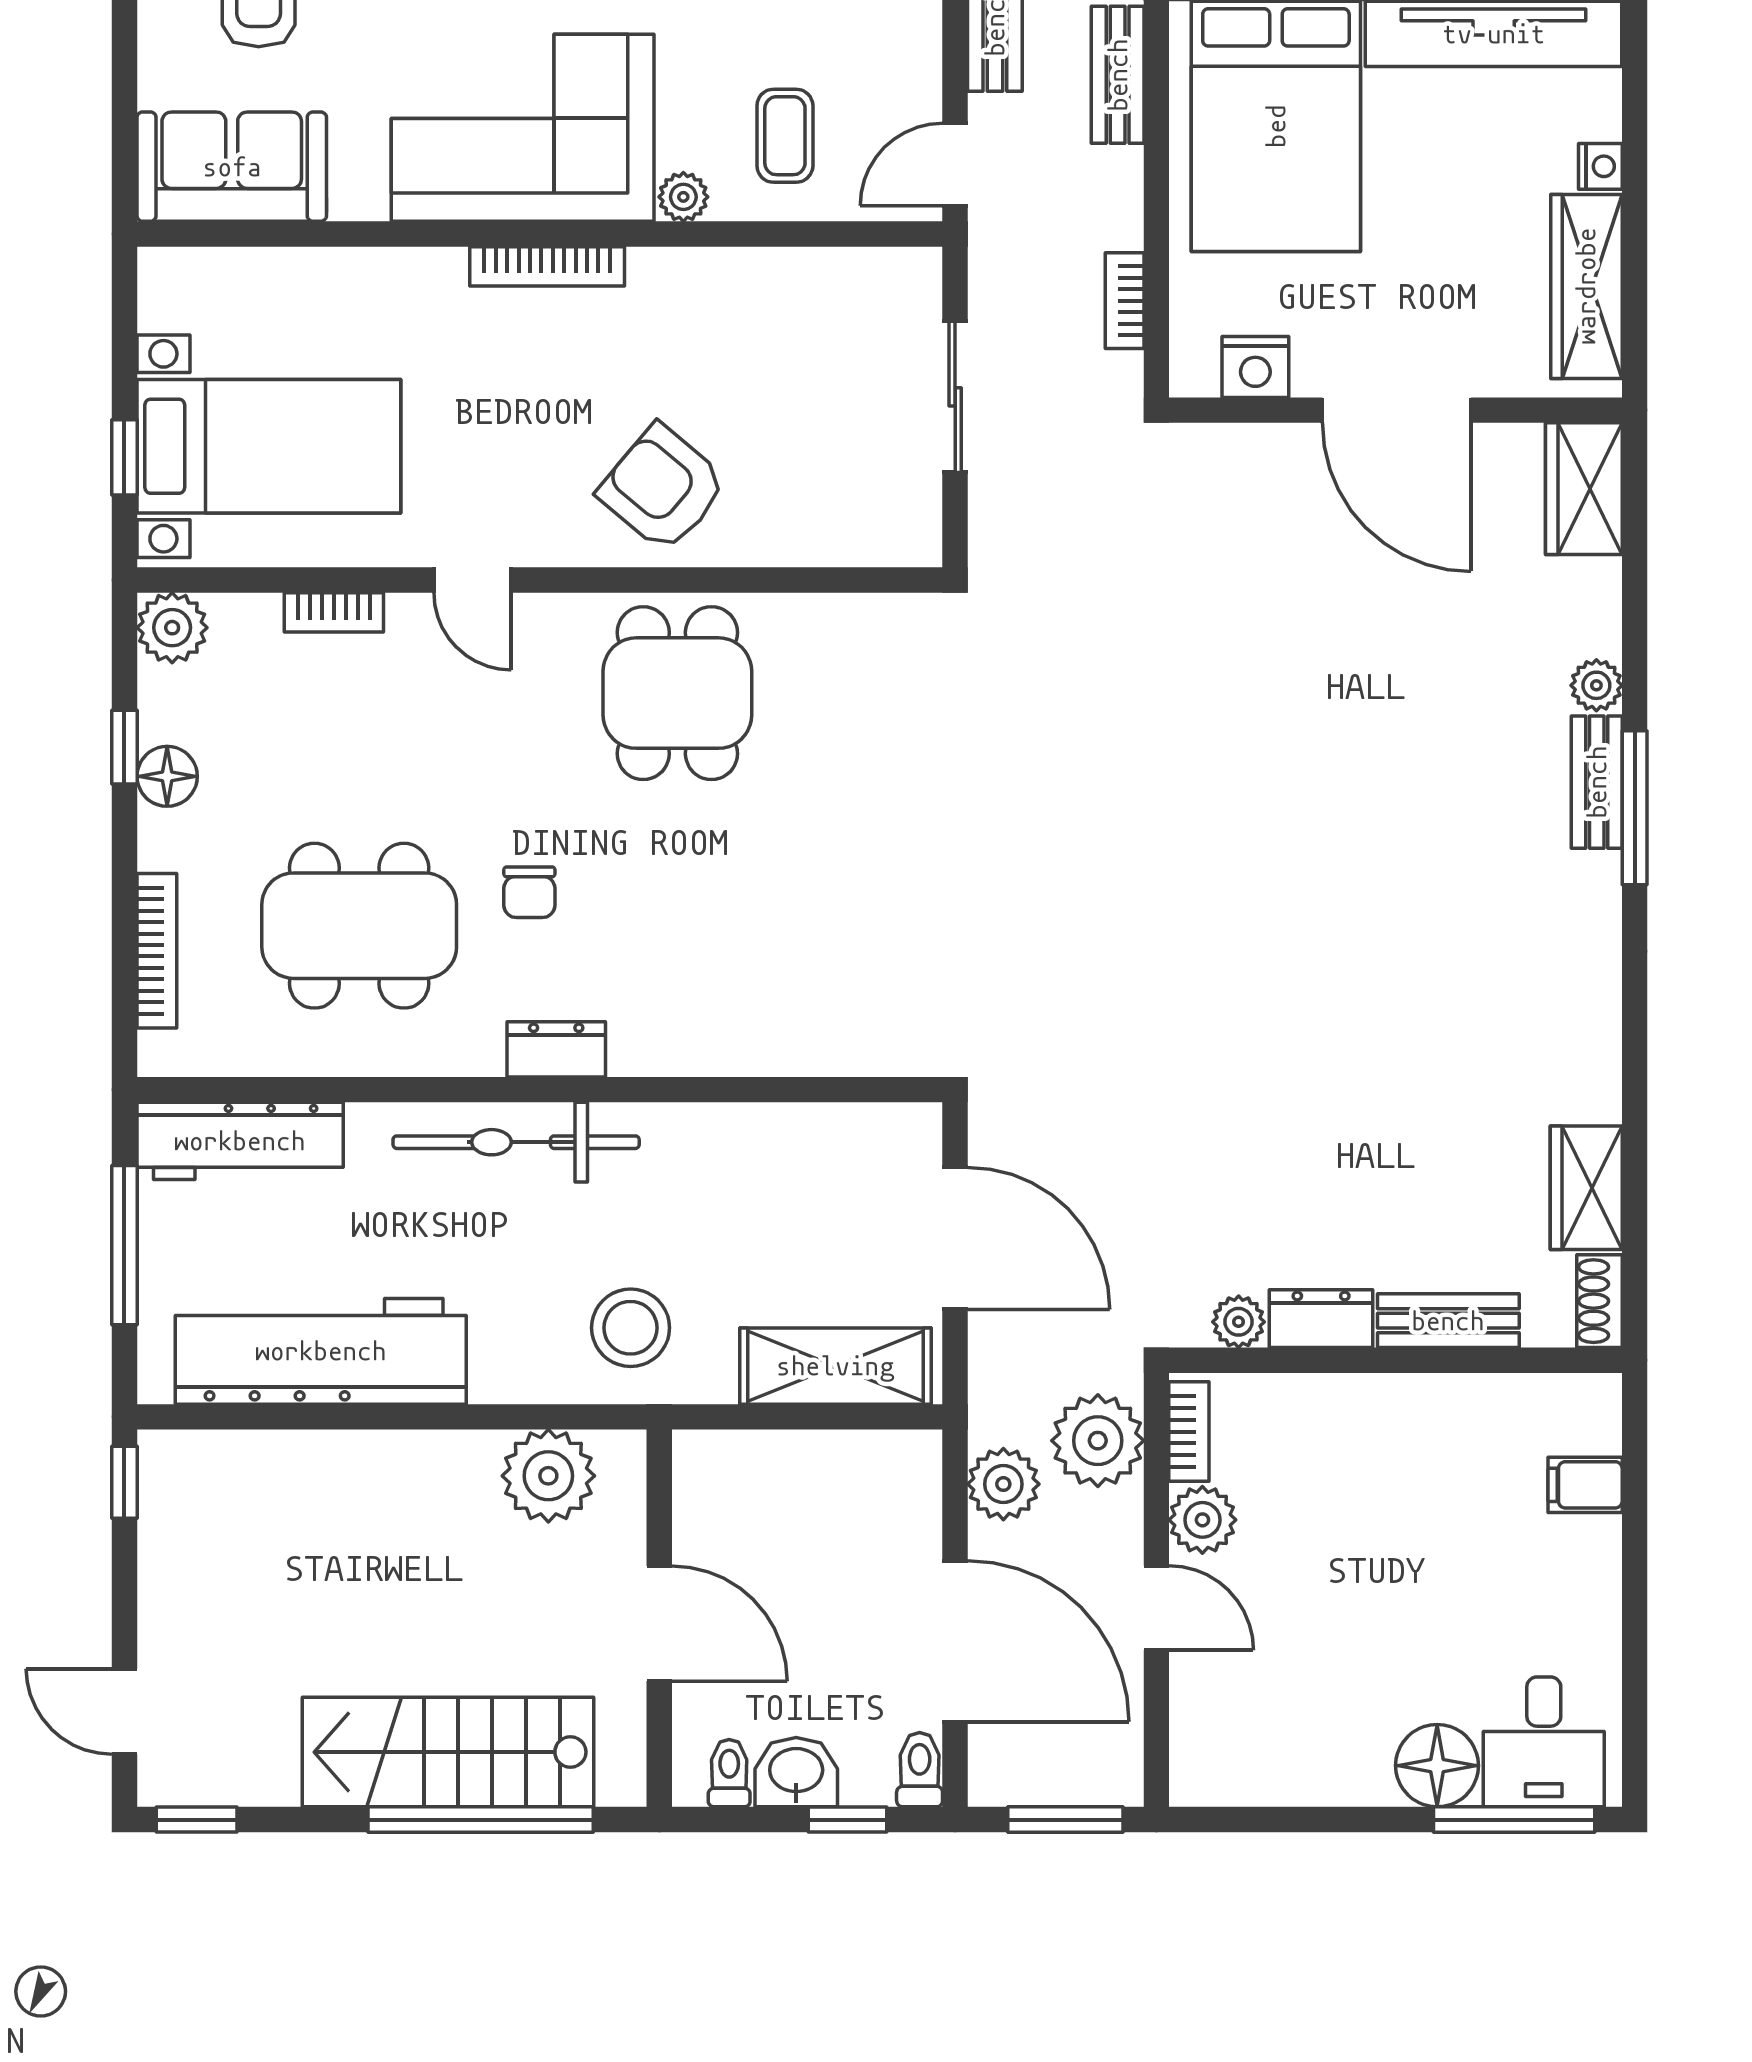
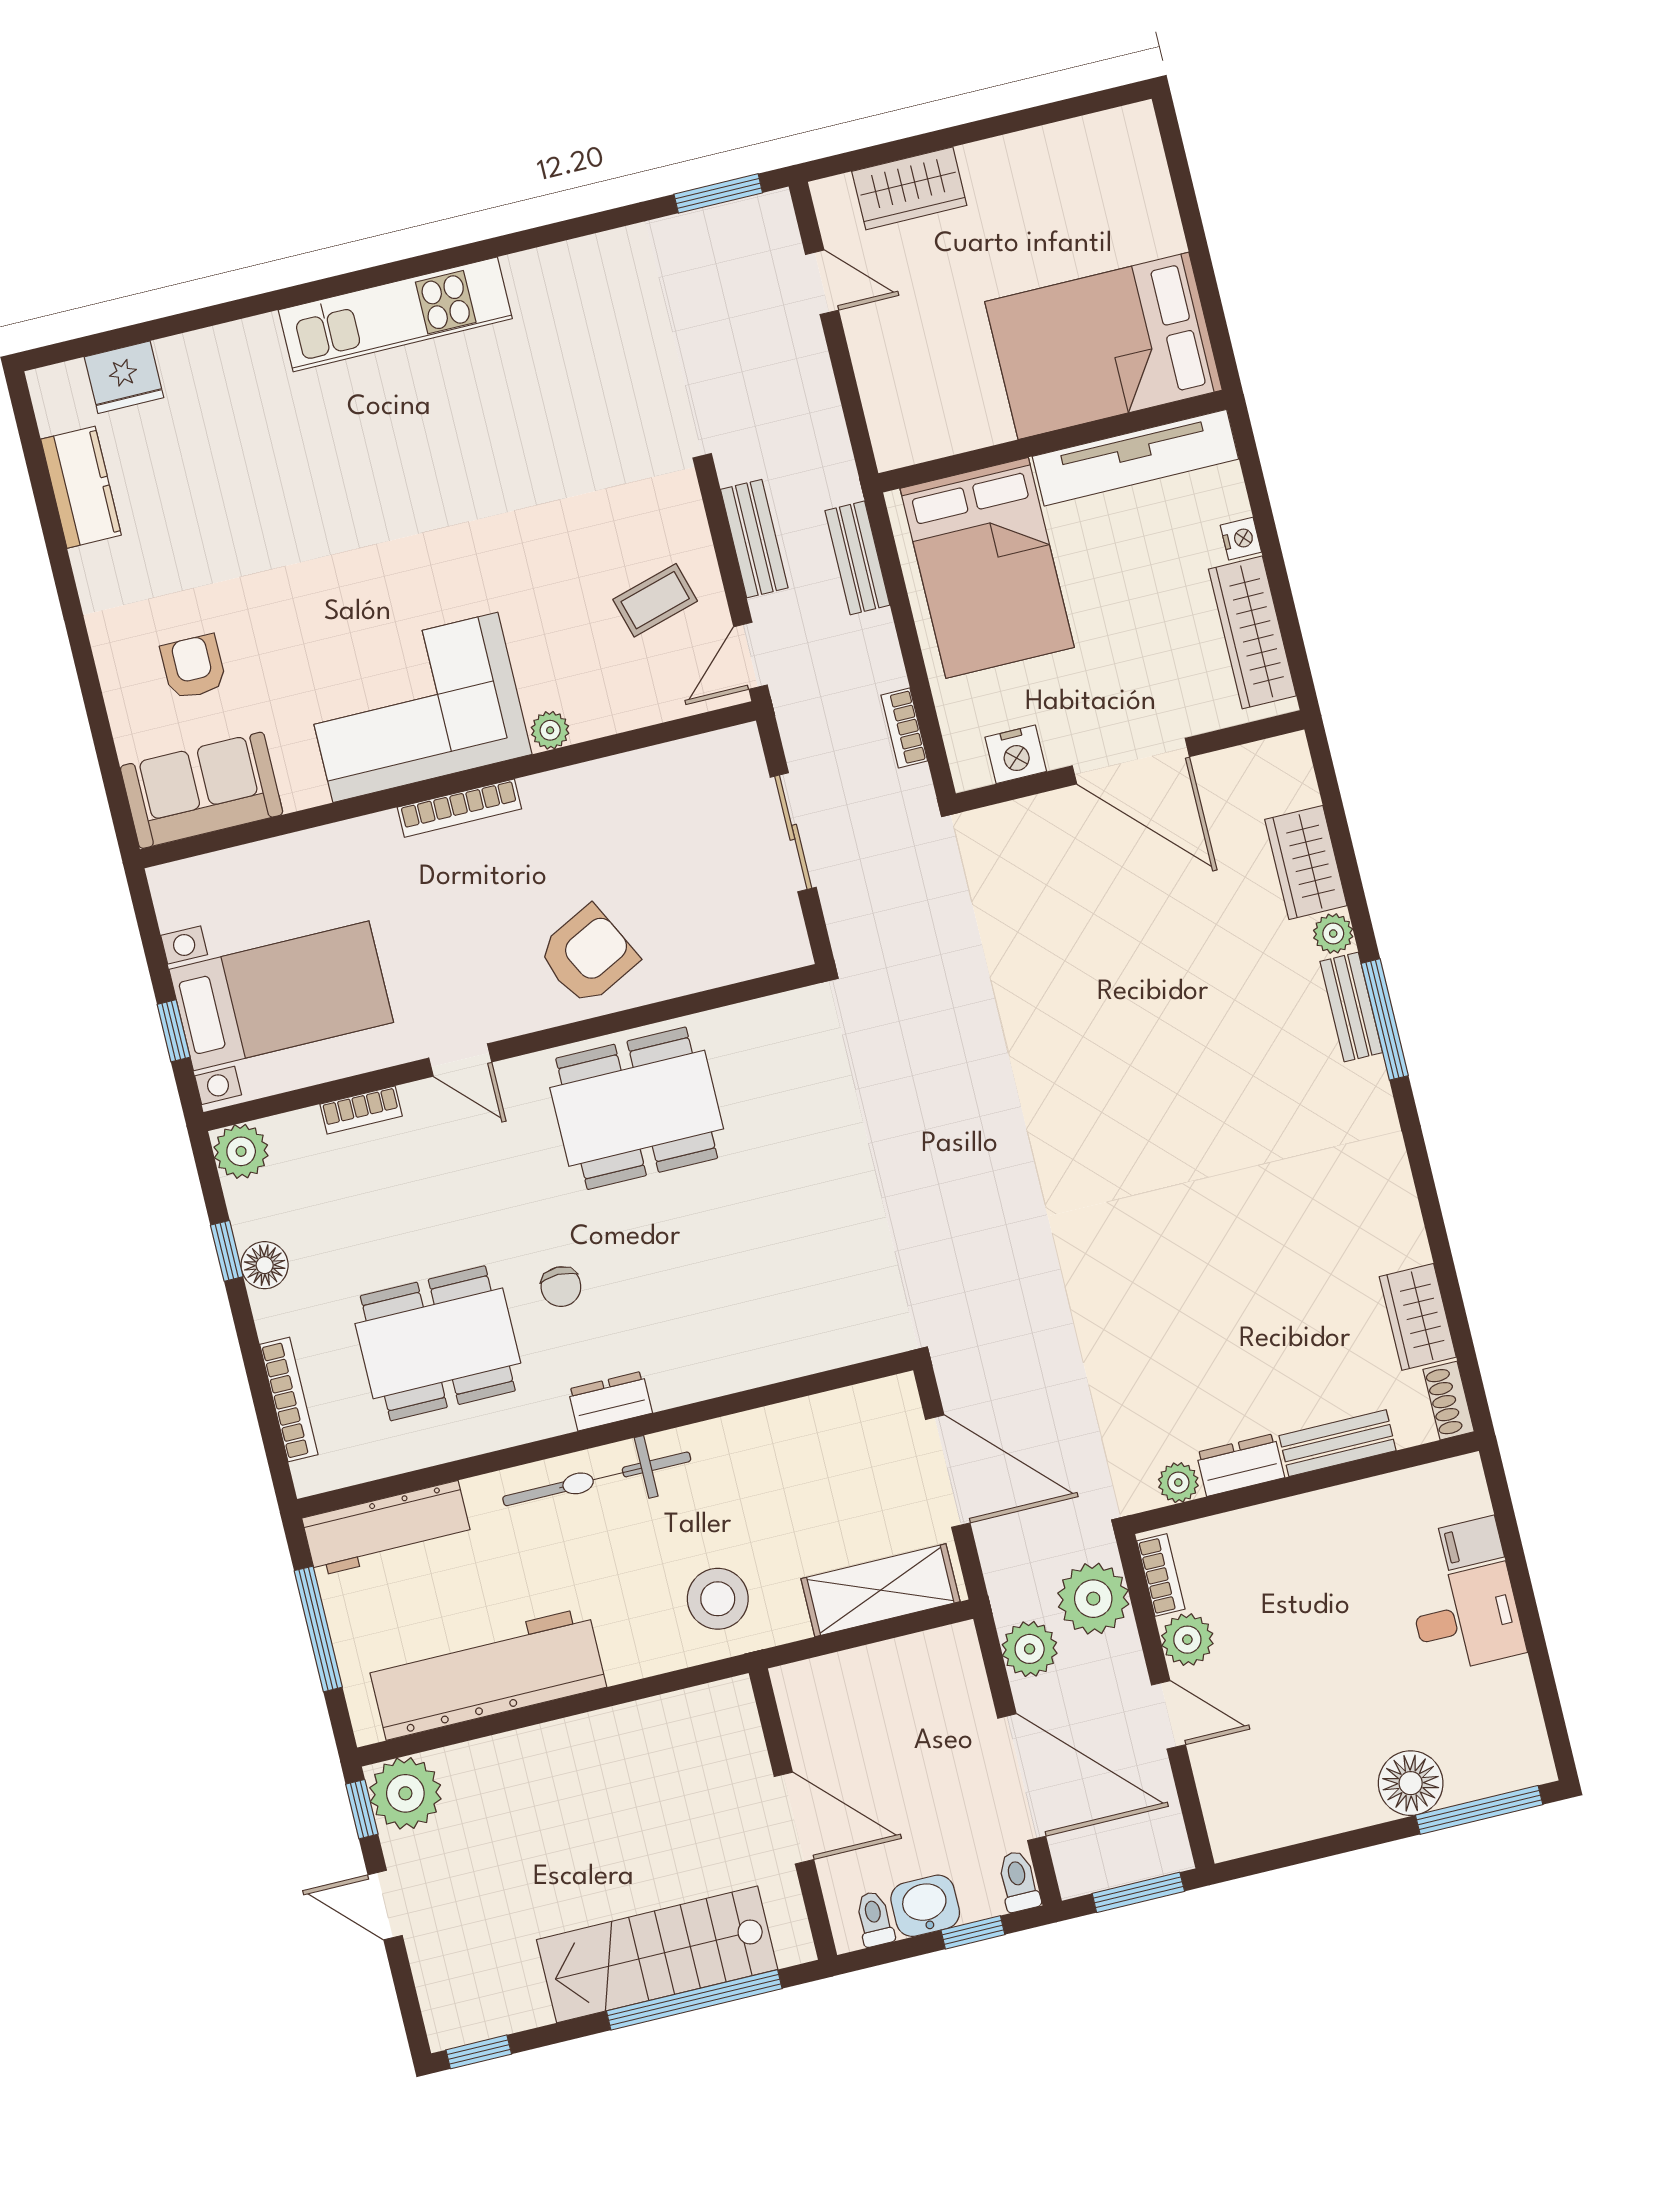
coffee table: (785, 136) -> (655, 600), moved, turned 74
armchair: (663, 488) -> (588, 955), turned 113
wardrobe: (1584, 489) -> (1306, 862), moved
dining table: (677, 693) -> (637, 1108), width x1.38
plant: (548, 1476) -> (405, 1793), moved
door: (124, 1711) -> (385, 1905), moved
desk: (1544, 1742) -> (1467, 1619), moved, turned -90

